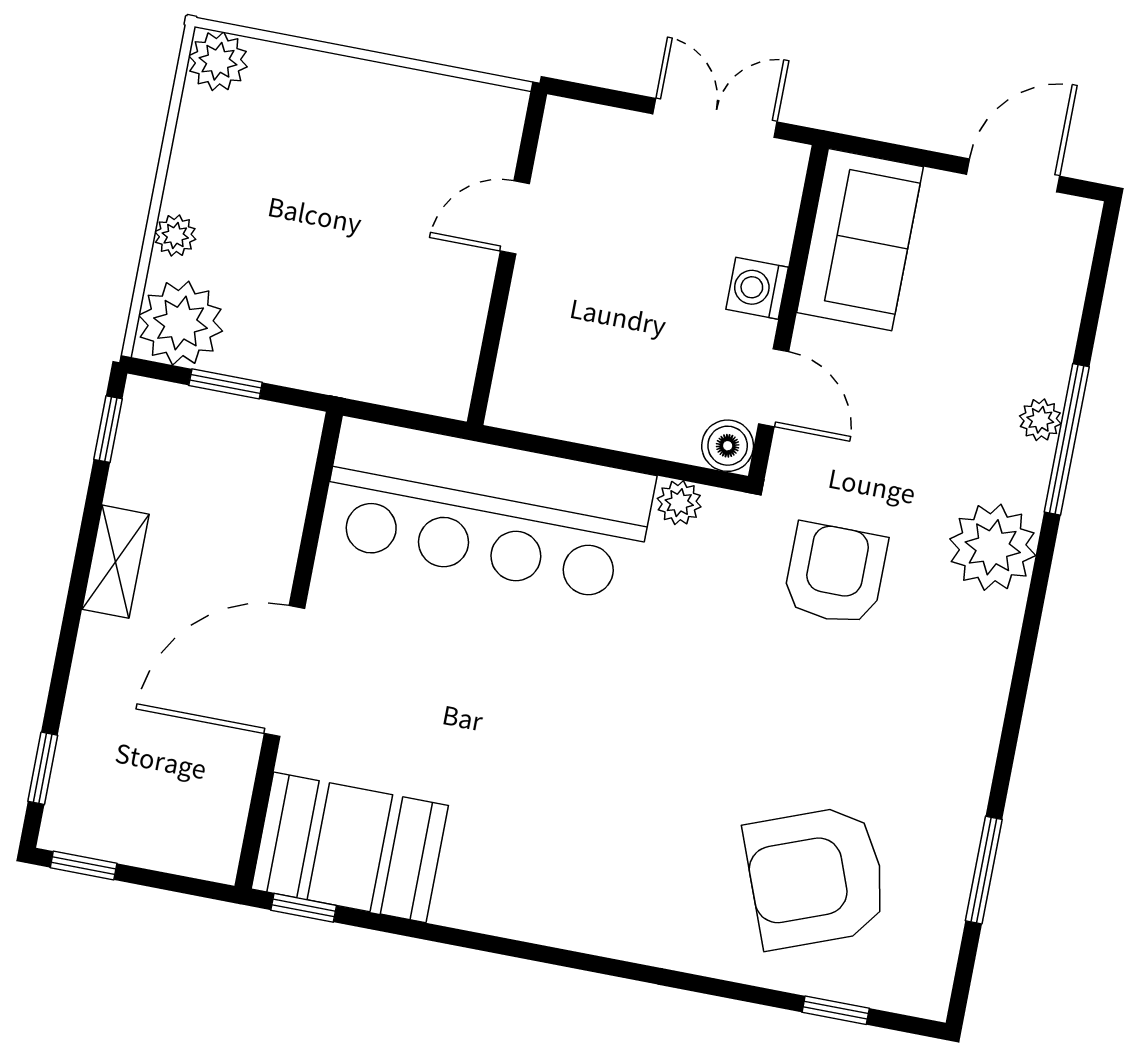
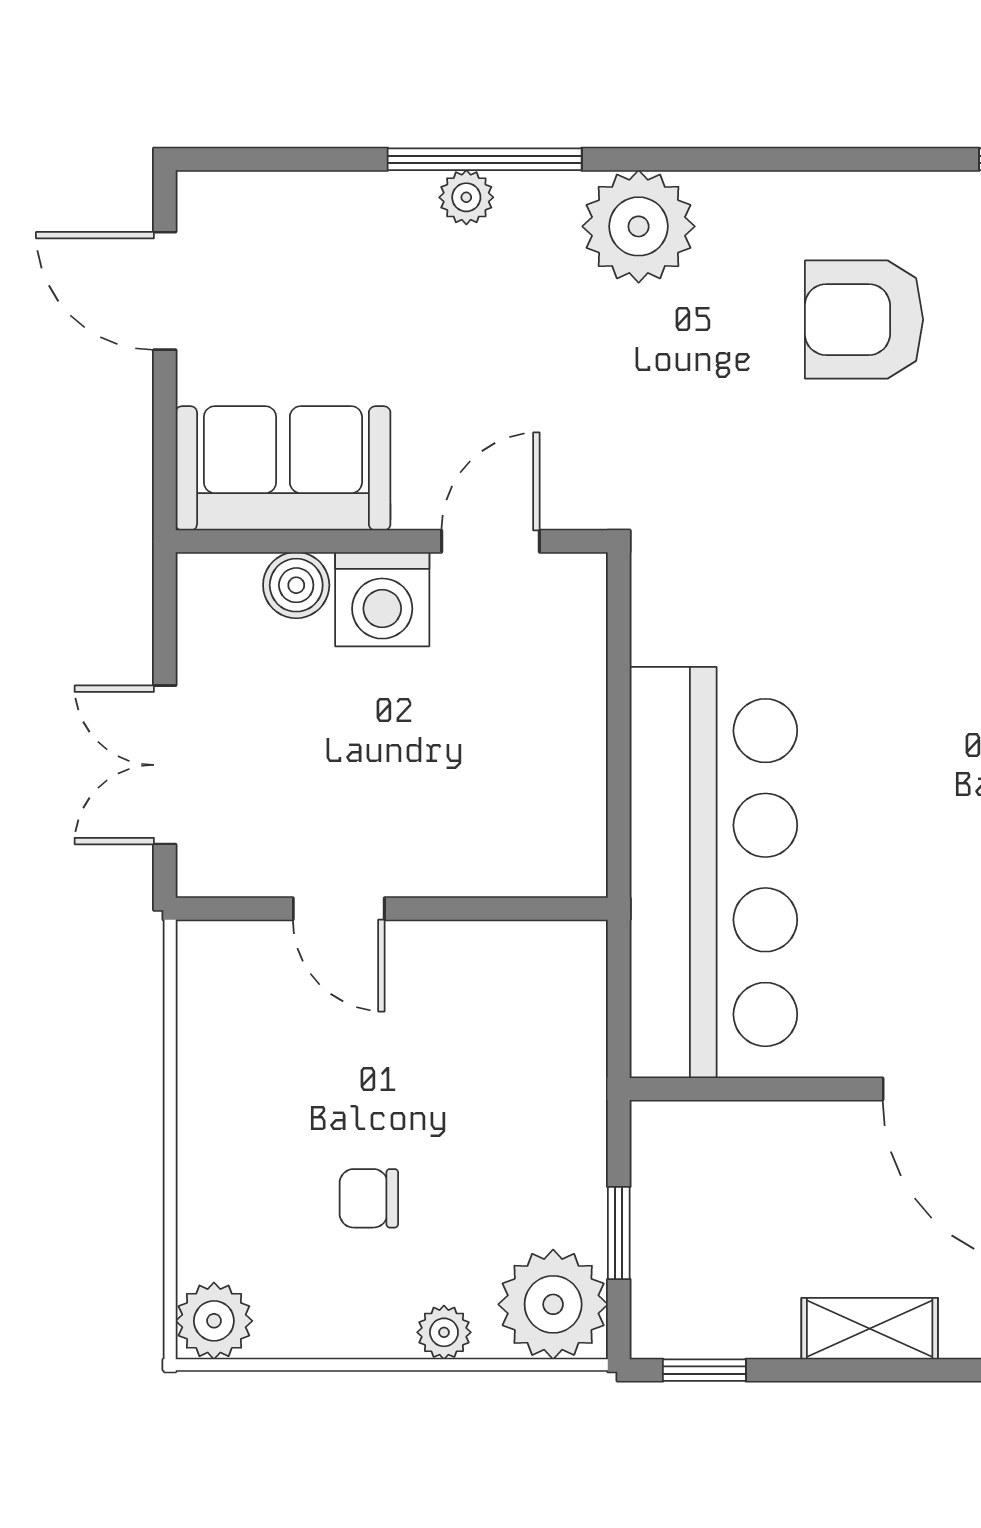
double door: (715, 118) -> (165, 765), moved
chair: (289, 198) -> (369, 1198), added
washing machine: (757, 288) -> (382, 599), width x1.38, depth x1.38
boiler: (728, 446) -> (296, 585), moved
plant: (679, 503) -> (658, 632), removed
armchair: (835, 574) -> (864, 320), moved

